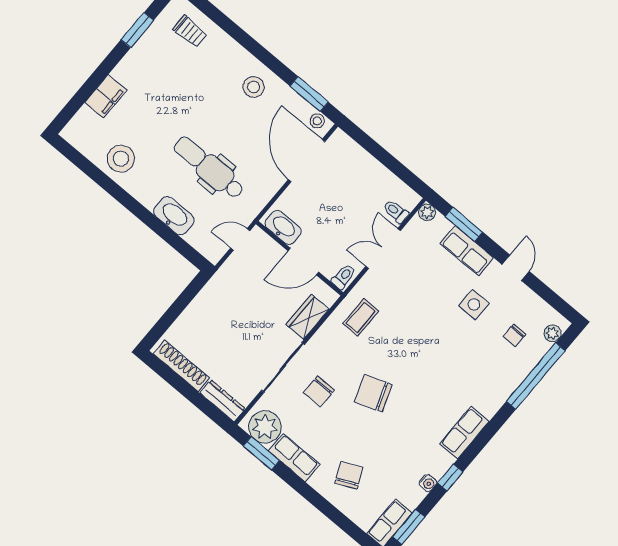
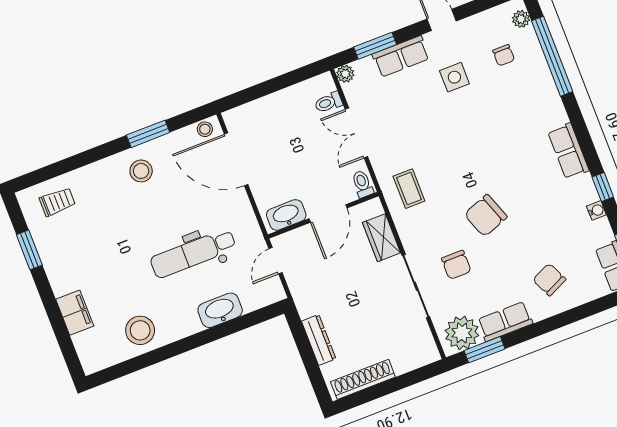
window: (309, 94) -> (148, 134), moved
dresser: (222, 401) -> (319, 340), moved, turned 90

